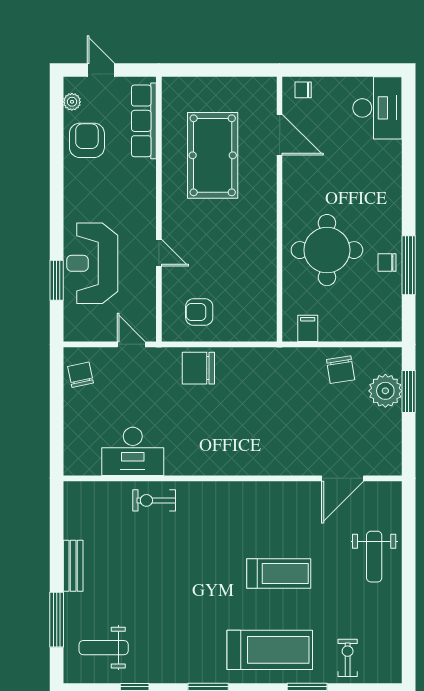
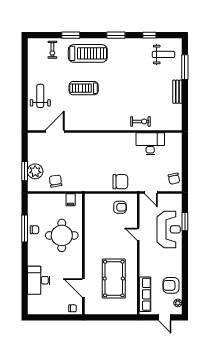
desk: (377, 108) -> (39, 280), moved
armchair: (87, 140) -> (171, 285), turned 90
treadmill: (270, 650) -> (88, 53), turned 180

